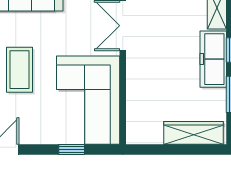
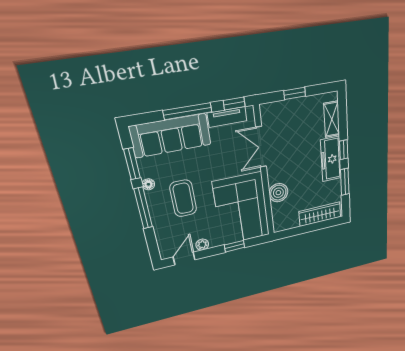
boiler: (138, 89) -> (278, 193), added
plant: (31, 136) -> (202, 245), added

